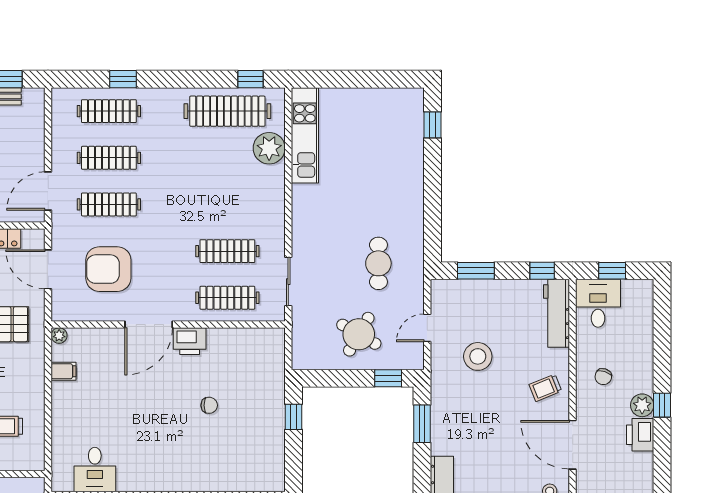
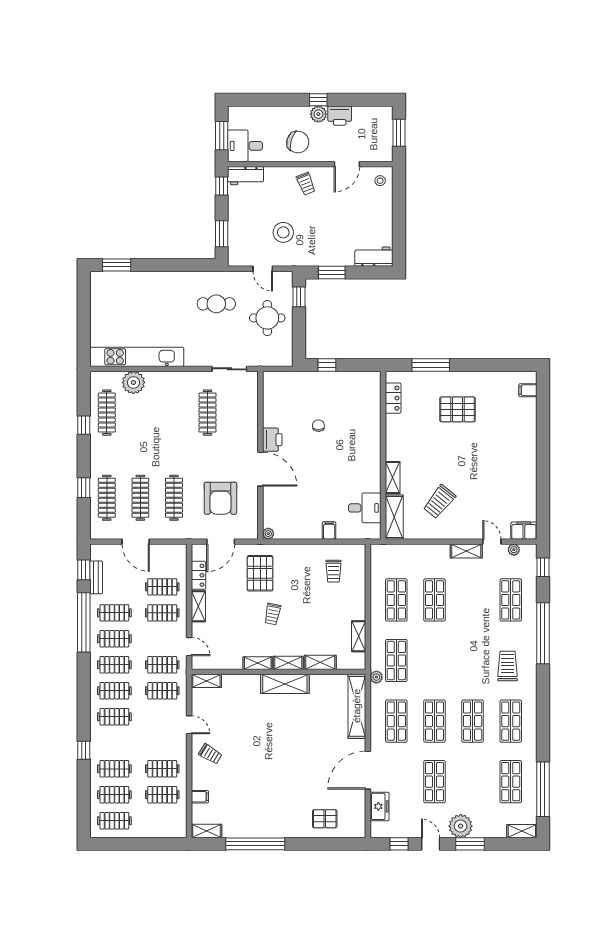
window: (251, 79) -> (84, 425), moved
clothes rail: (227, 111) -> (107, 413), width x0.73, depth x0.76
window: (432, 125) -> (117, 265), width x1.50
kitchen unit: (305, 135) -> (137, 357), width x1.36
door: (48, 191) -> (136, 542), moved
window: (612, 271) -> (222, 136), width x1.50
clothes rail: (227, 298) -> (241, 413), removed
workbench: (557, 313) -> (246, 176), width x0.73
round table: (359, 334) -> (267, 318), turned -30
filing cabinet: (63, 371) -> (329, 530), moved
chair: (603, 377) -> (298, 142), width x1.87, depth x1.87
door: (573, 445) -> (347, 164), width x0.73

